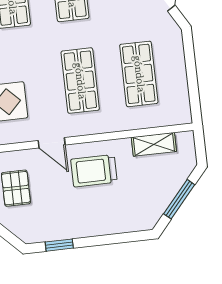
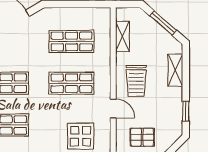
door: (52, 143) -> (113, 108), hinge flipped
shelving: (115, 224) -> (175, 70), added

